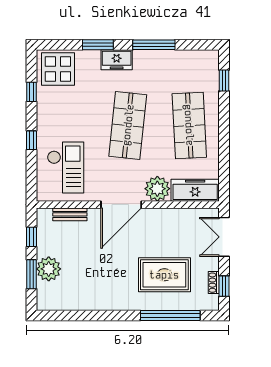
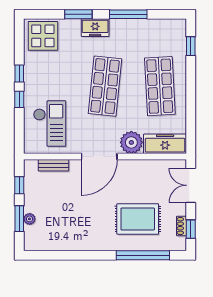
window: (31, 92) -> (19, 73), moved
plant: (49, 269) -> (30, 219), width x0.53, depth x0.53

